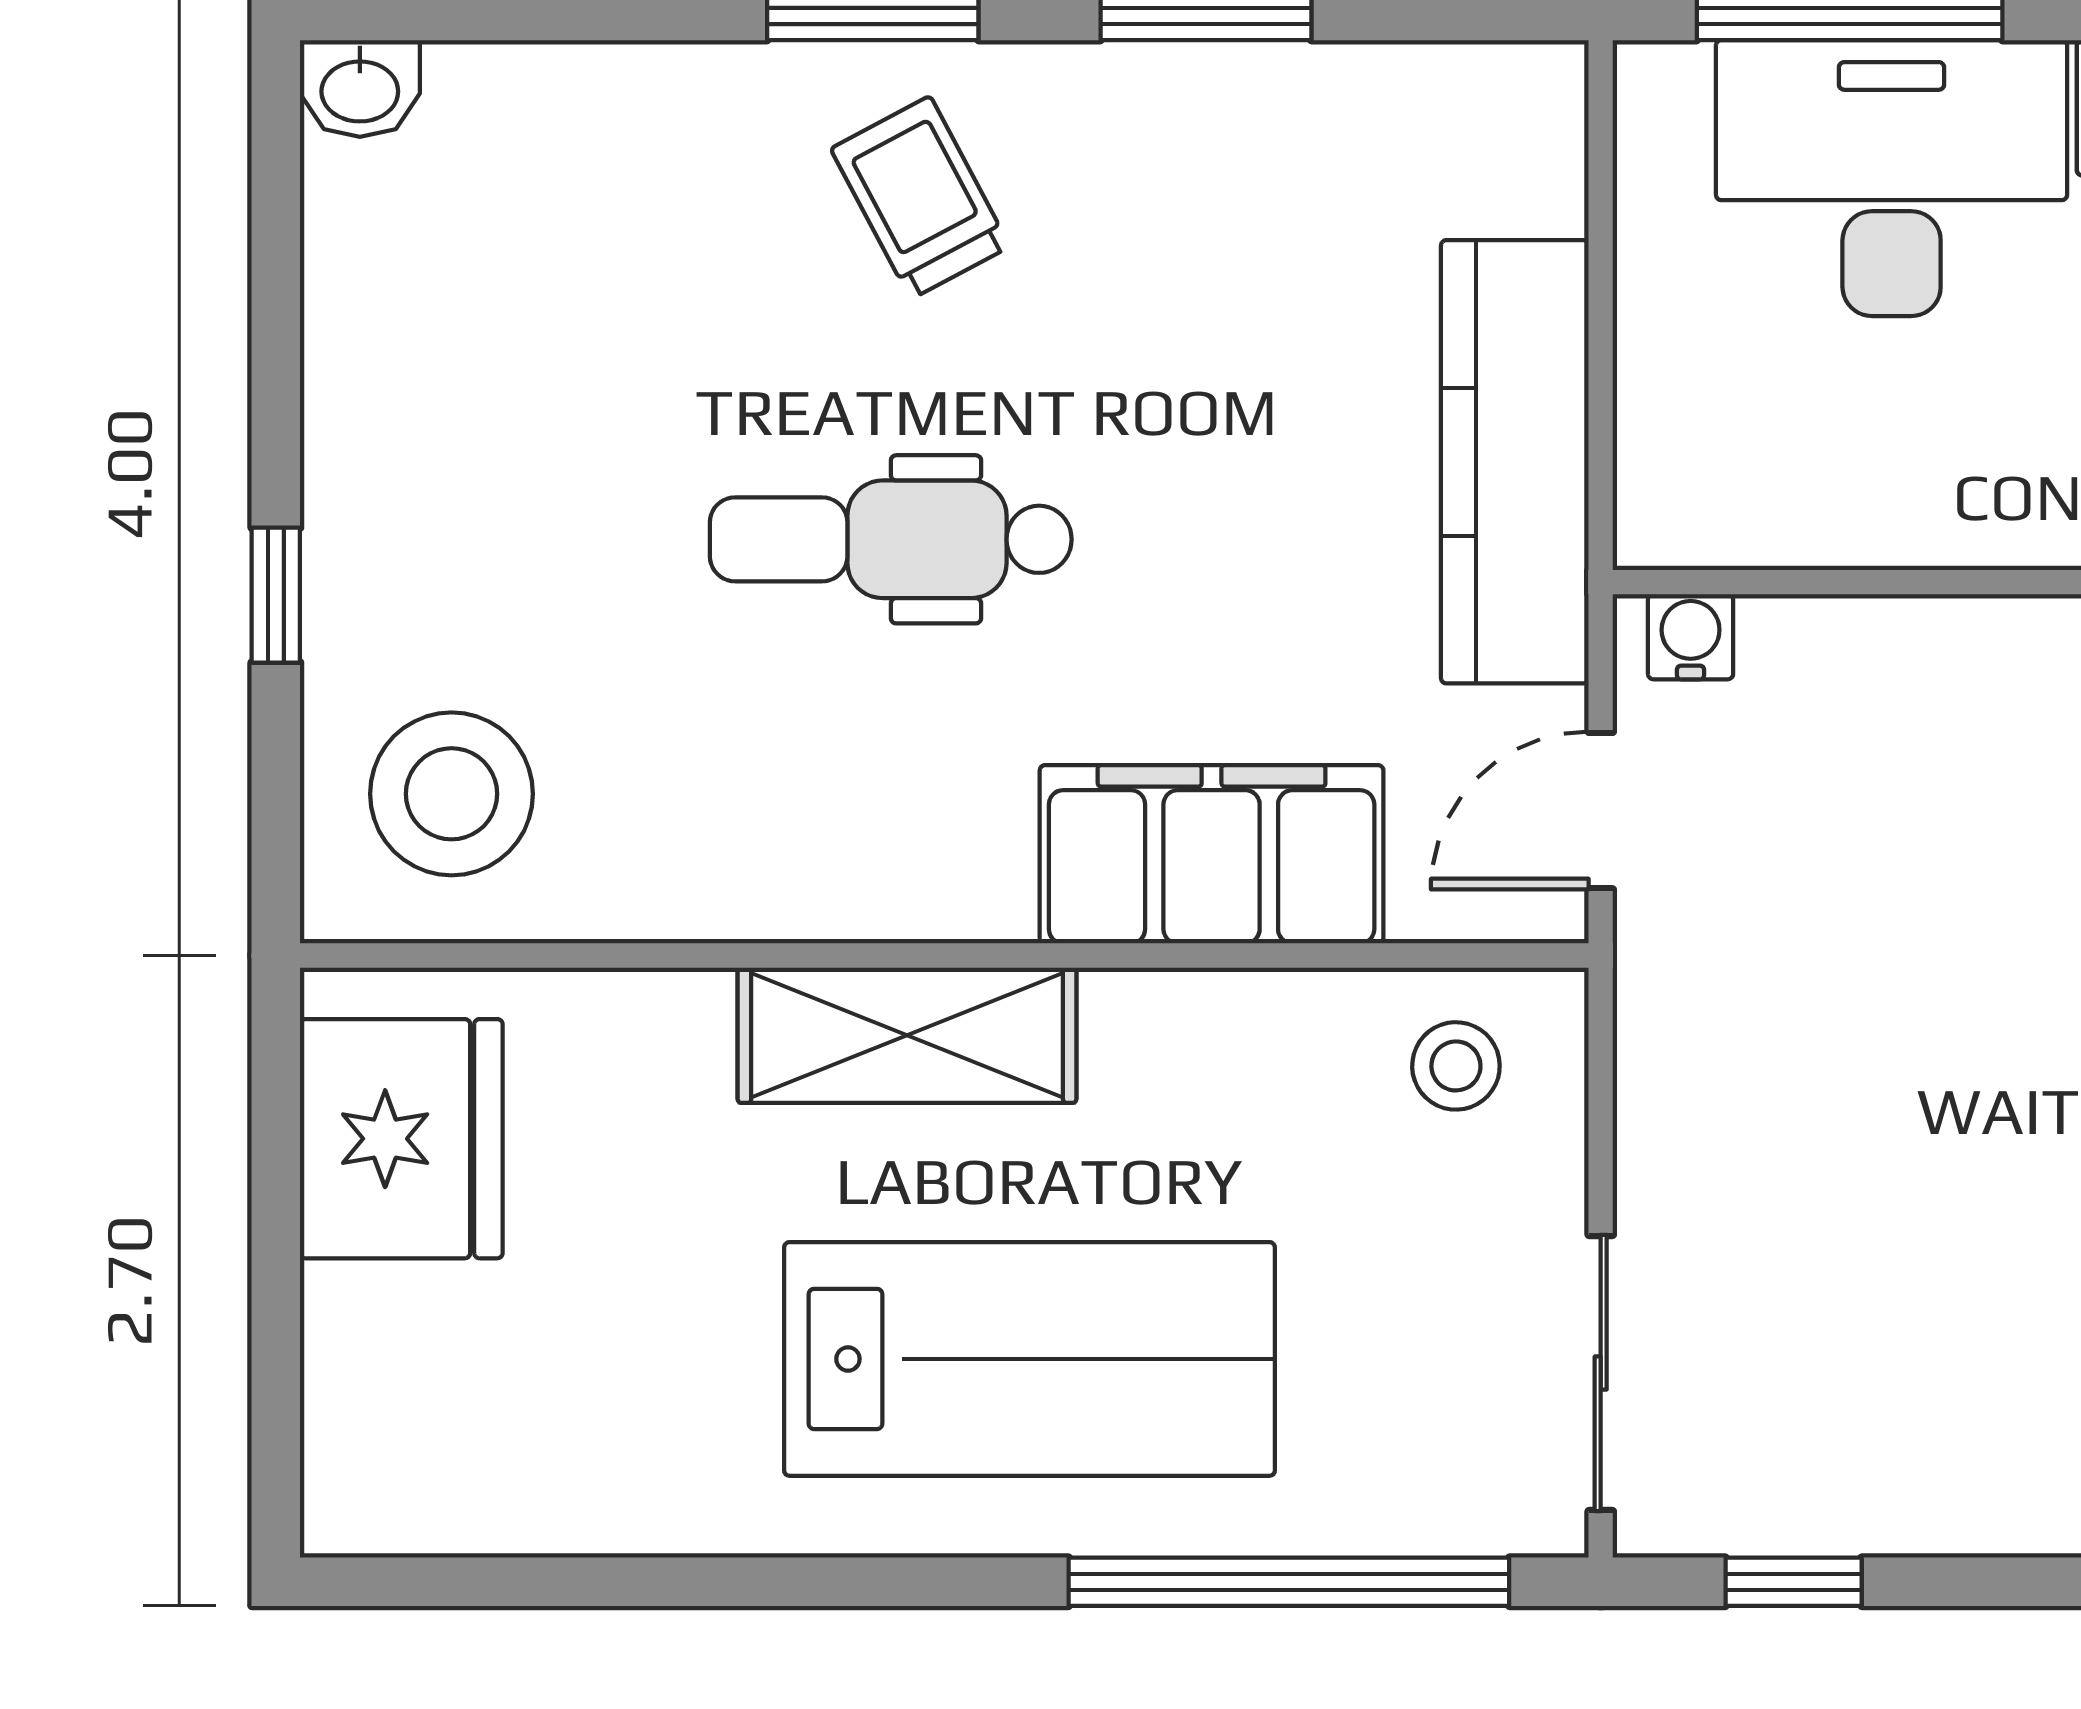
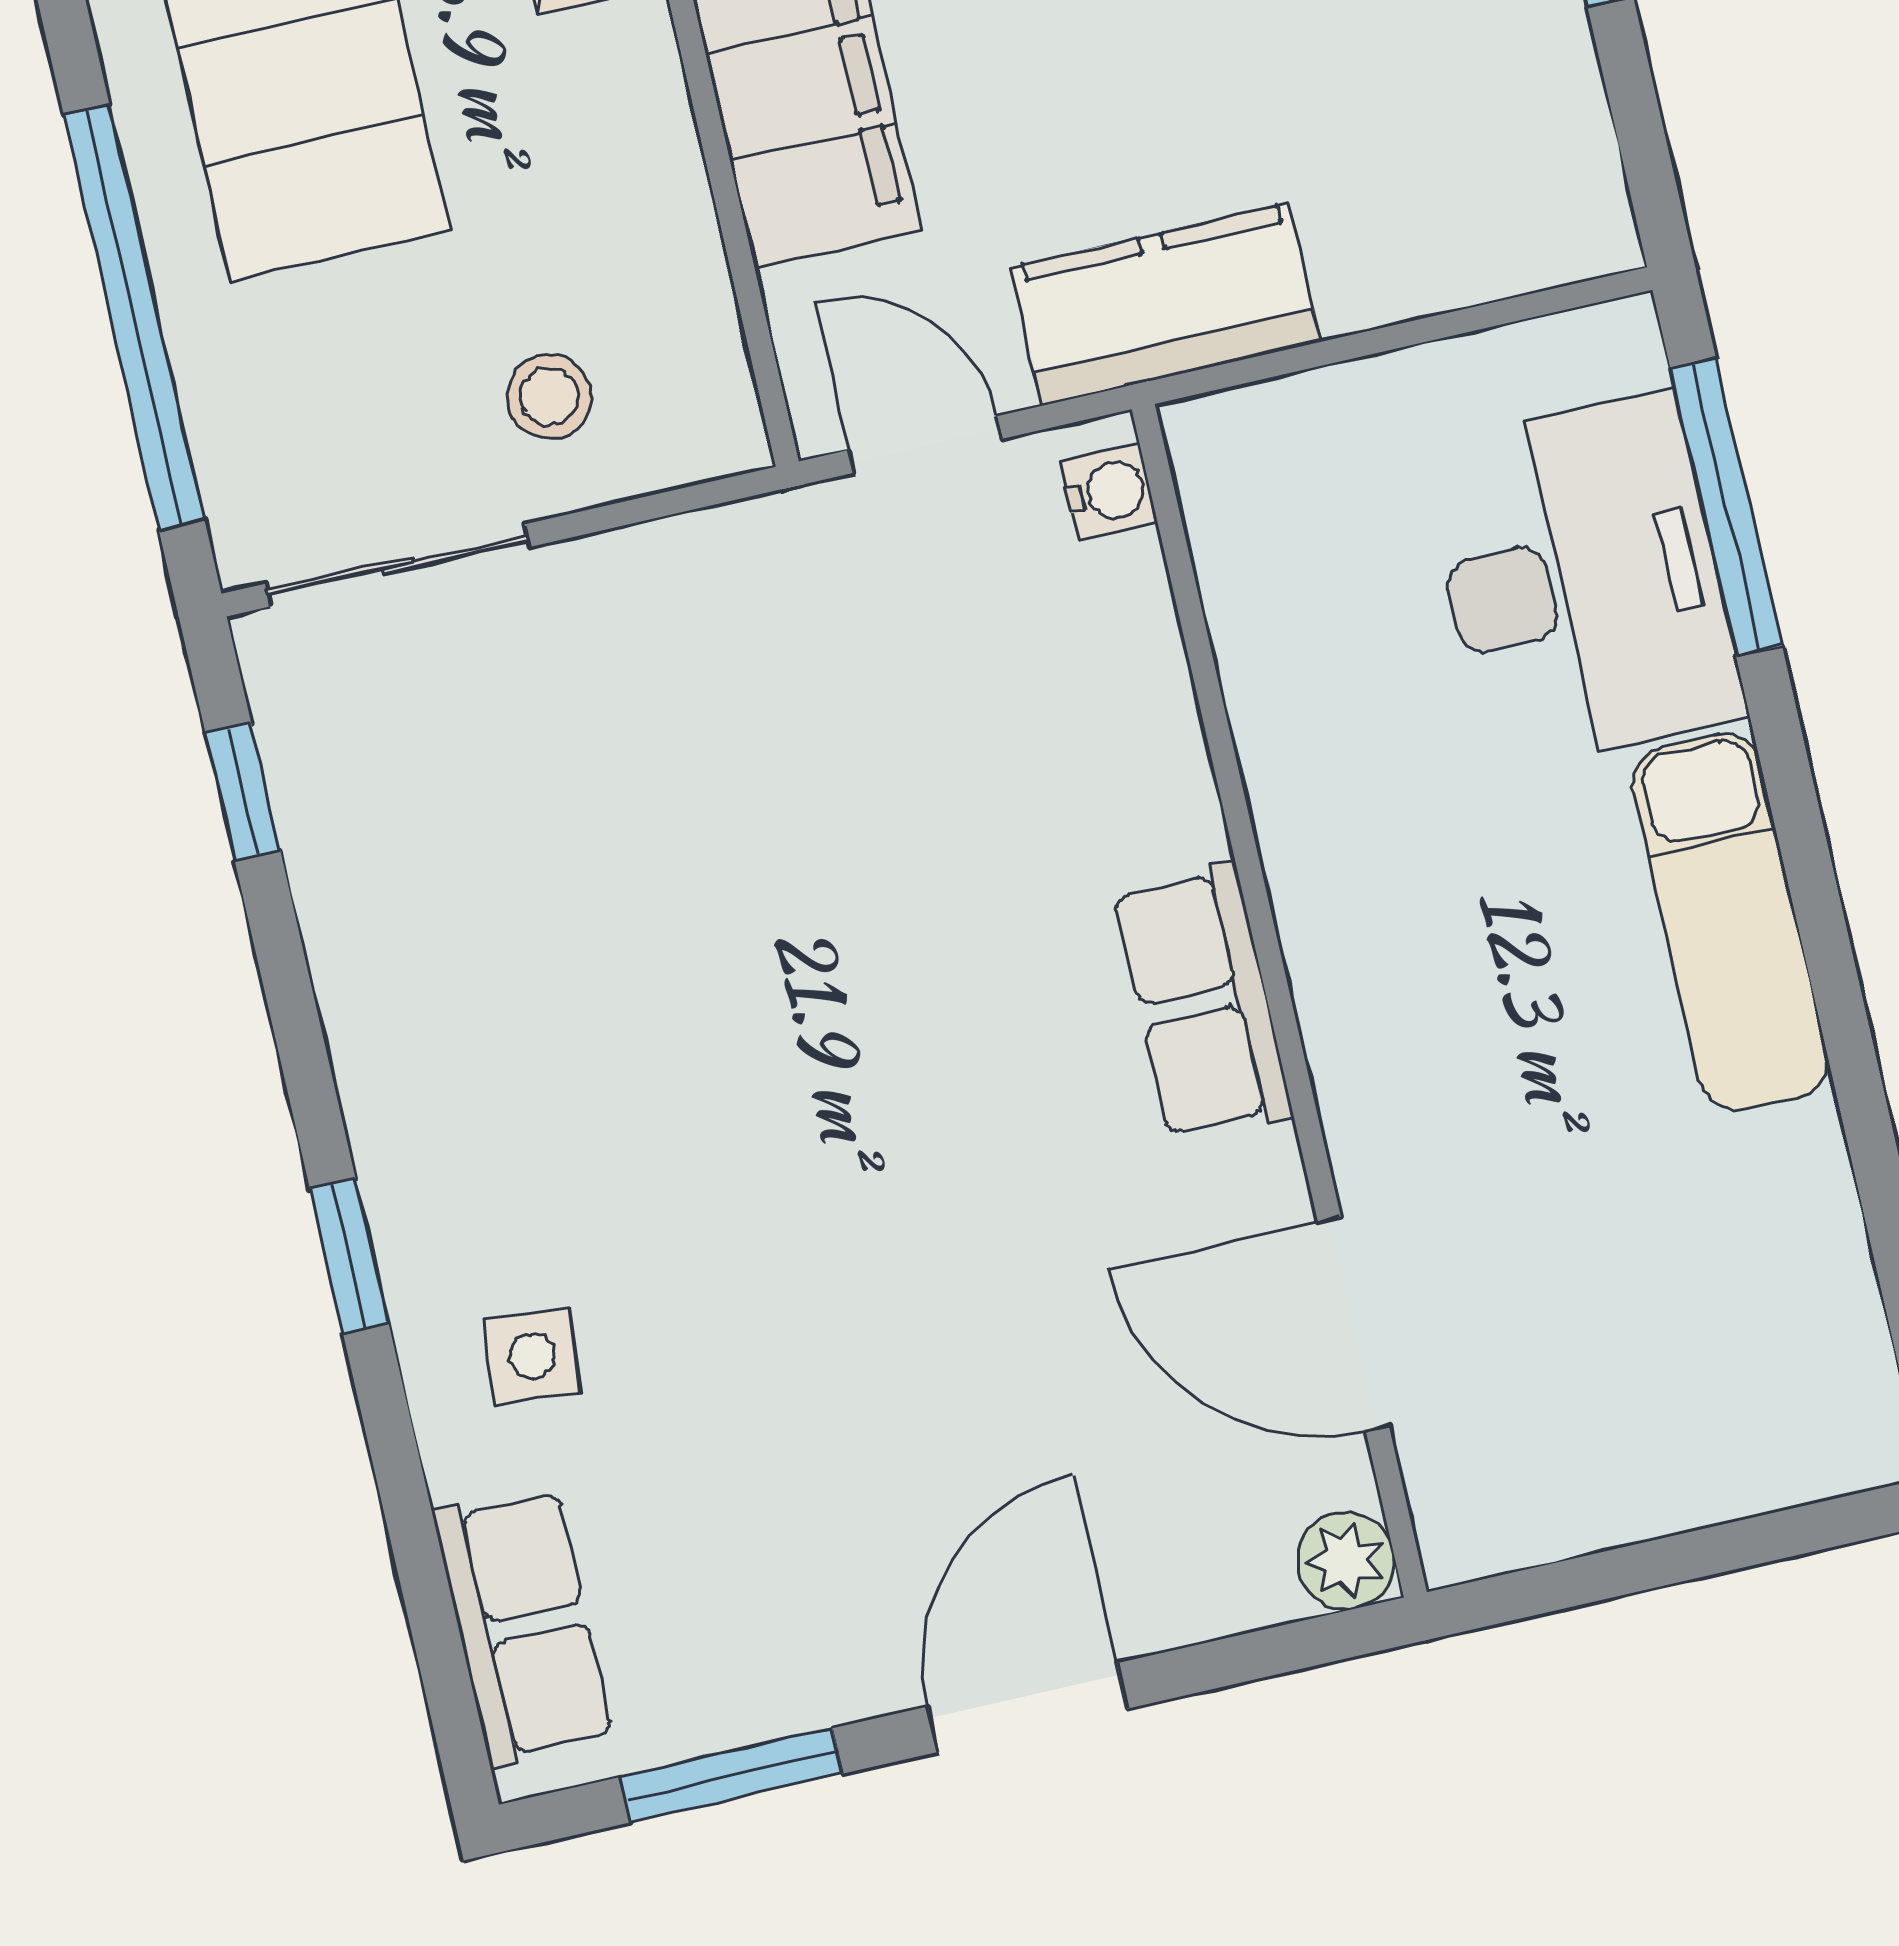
kitchen counter: (1515, 462) -> (1166, 304), width x0.67
stool: (1456, 1066) -> (549, 396), moved

